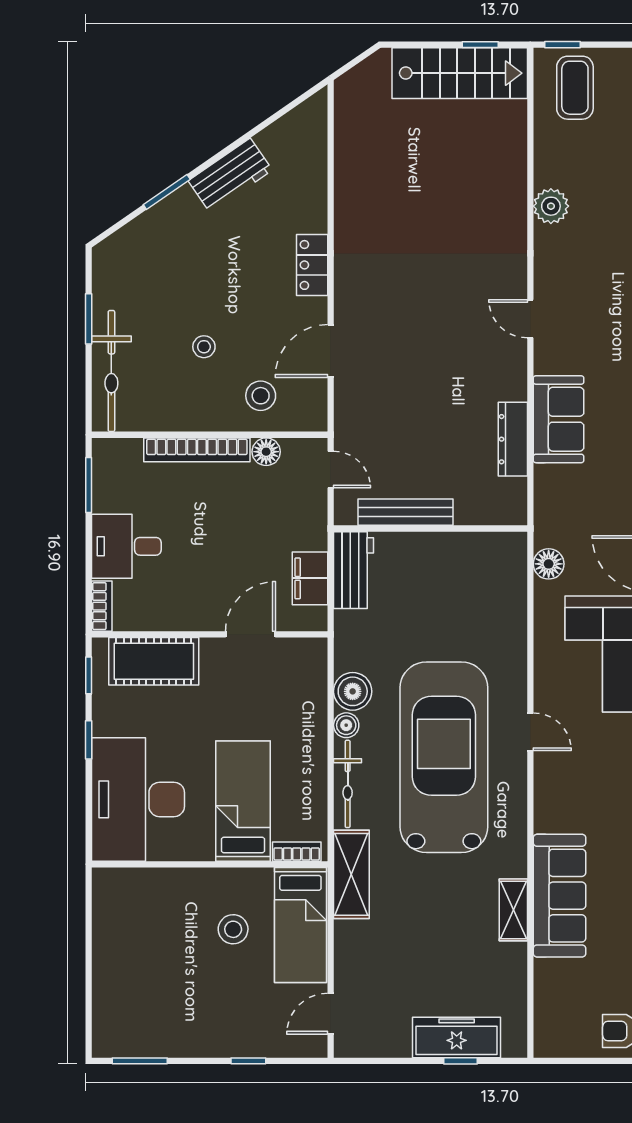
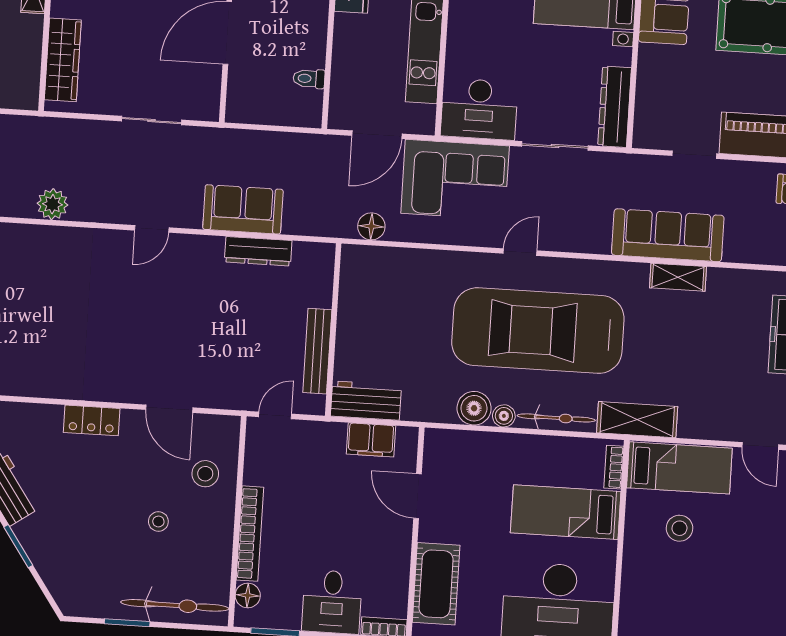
floor lamp: (266, 452) -> (248, 595), moved

